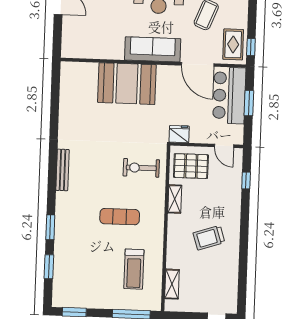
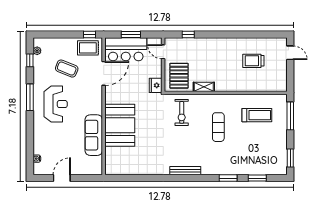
sofa: (153, 49) -> (94, 135), moved
door: (224, 146) -> (163, 52), swing flipped
trolley: (209, 238) -> (253, 61), moved, turned 108
shelving: (172, 284) -> (267, 87), removed

